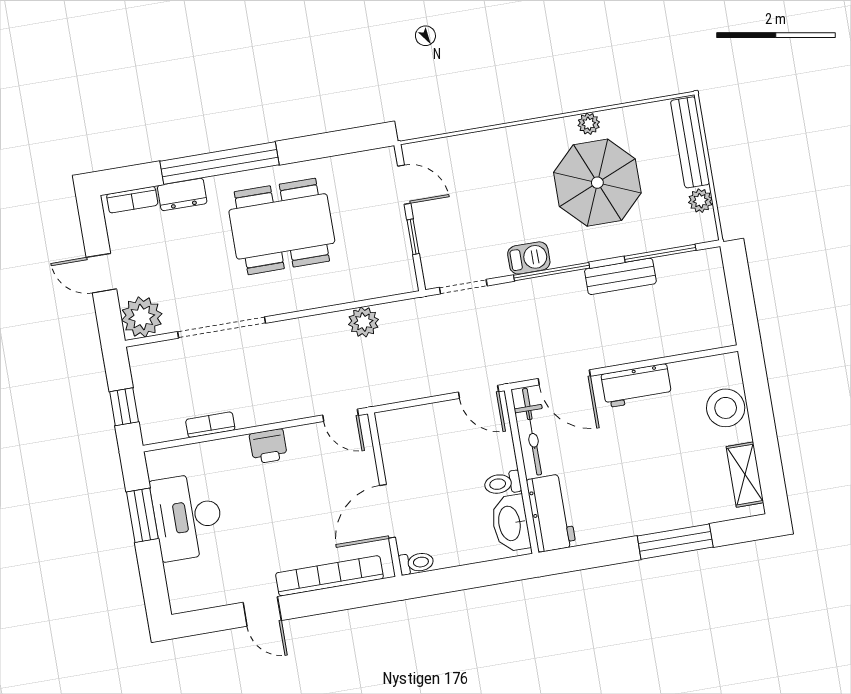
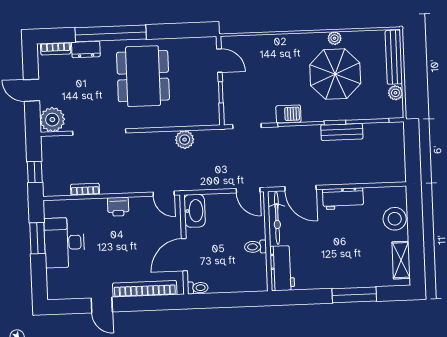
dining table: (282, 226) -> (143, 76), turned 90
washbasin: (510, 523) -> (195, 211), moved, turned 180

